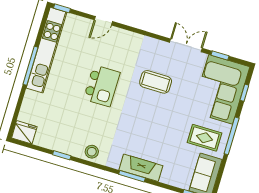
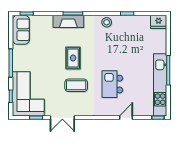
kitchen island: (102, 86) -> (112, 84), moved
rug: (205, 138) -> (73, 58), moved, turned 90

